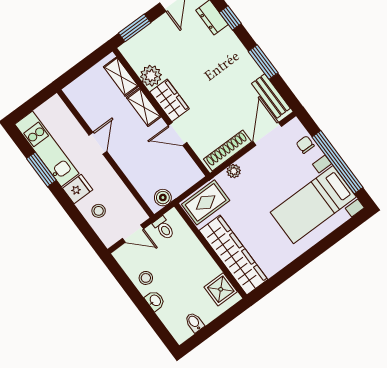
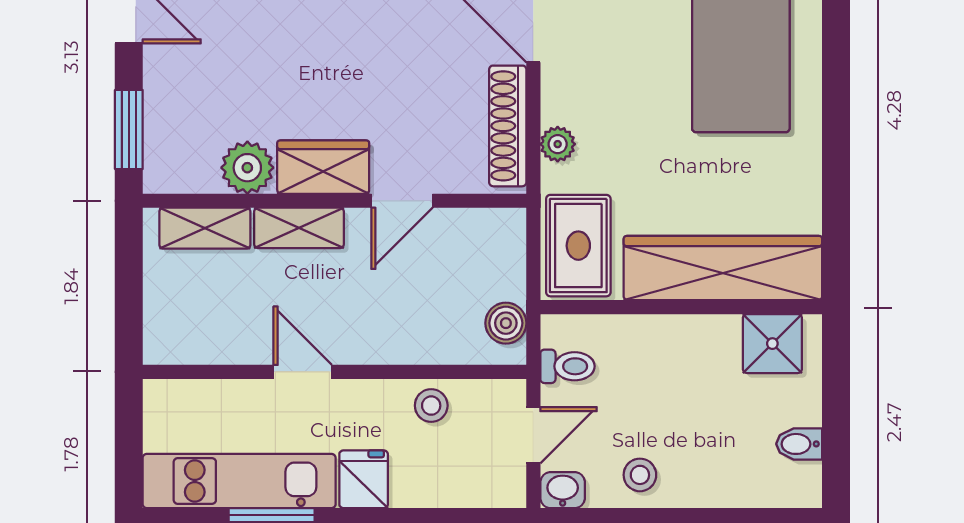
stool: (99, 211) -> (431, 406), moved
washbasin: (155, 301) -> (563, 490), moved

